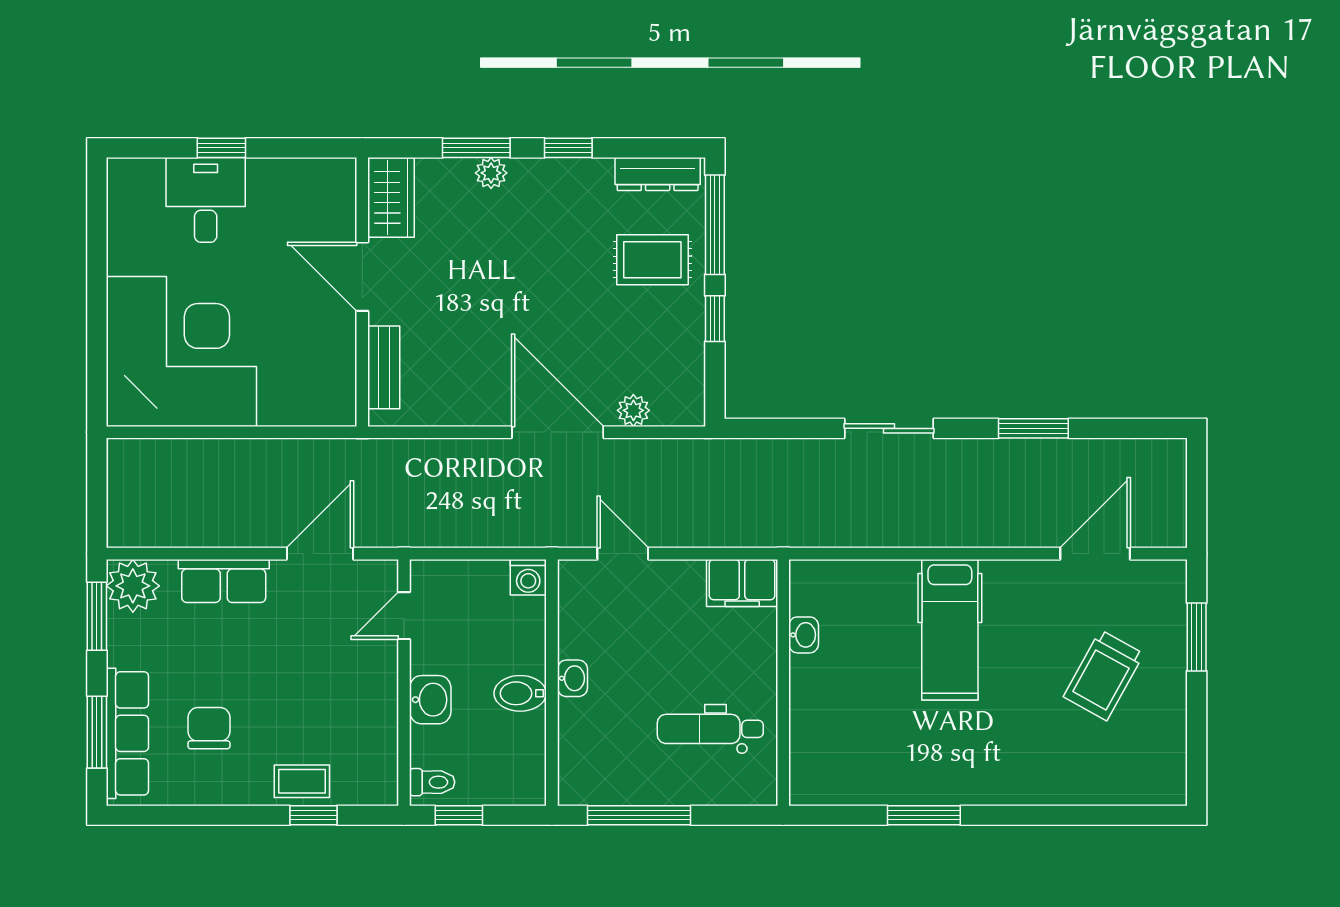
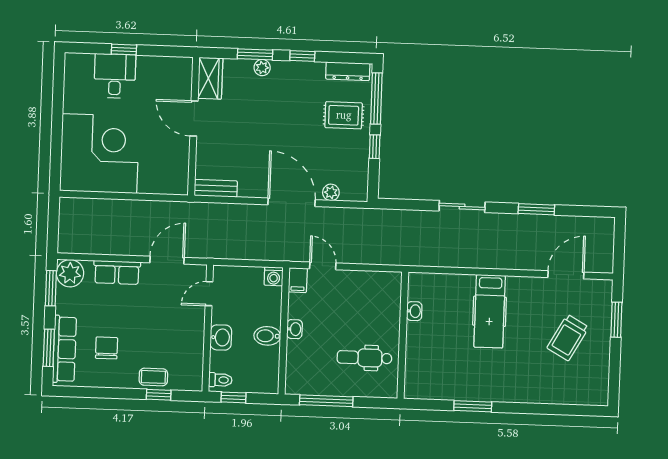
bench: (384, 367) -> (216, 188), moved, turned 90
filing cabinet: (742, 583) -> (298, 280), moved, width x0.50

